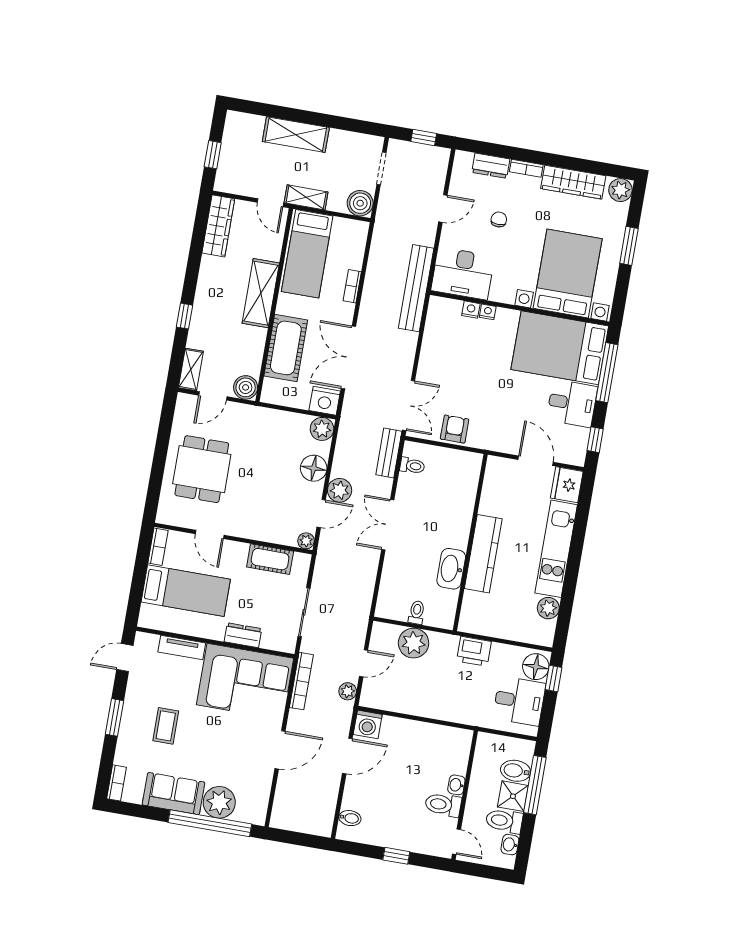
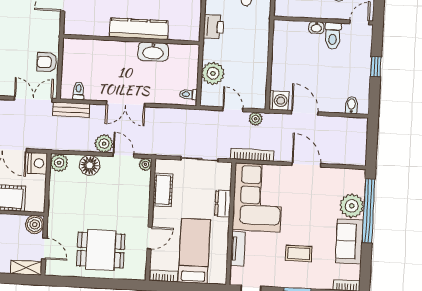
toilet: (417, 612) -> (188, 94), moved

